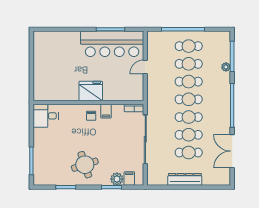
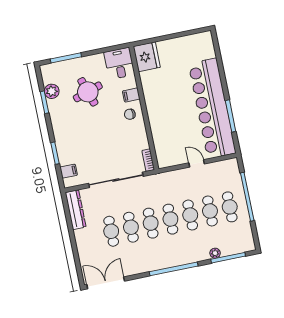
bar counter: (112, 44) -> (212, 108), width x1.36
fridge: (91, 91) -> (147, 57), moved
filing cabinet: (106, 111) -> (131, 95), moved
double door: (232, 151) -> (106, 283), moved
round table: (85, 165) -> (88, 92), moved
plant: (117, 179) -> (52, 91), moved
dresser: (185, 179) -> (76, 210), moved

